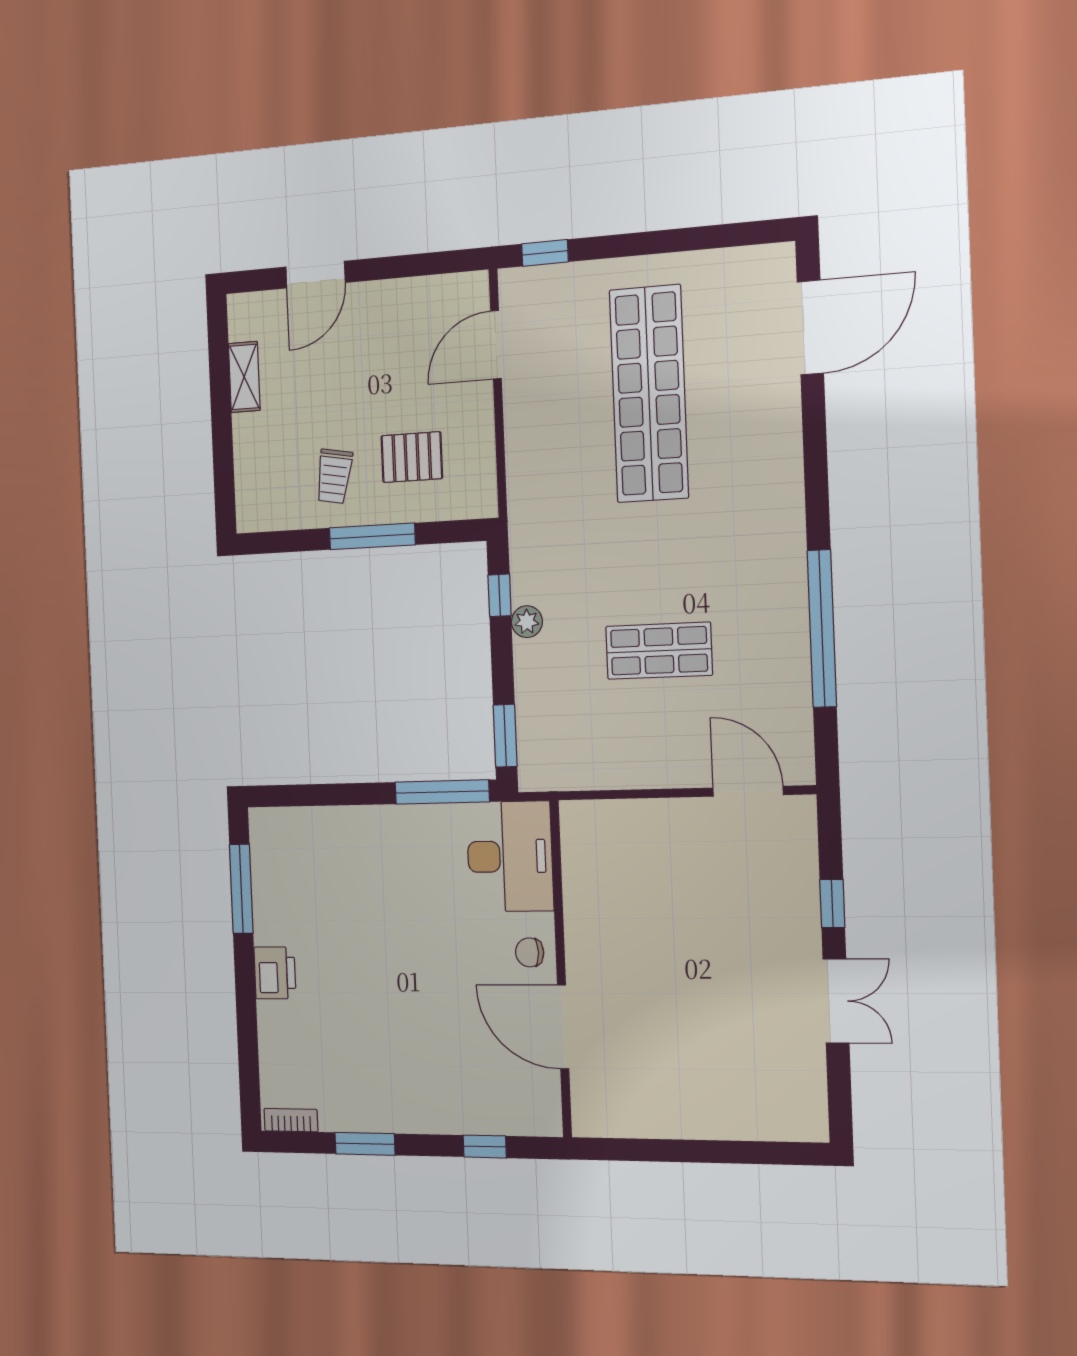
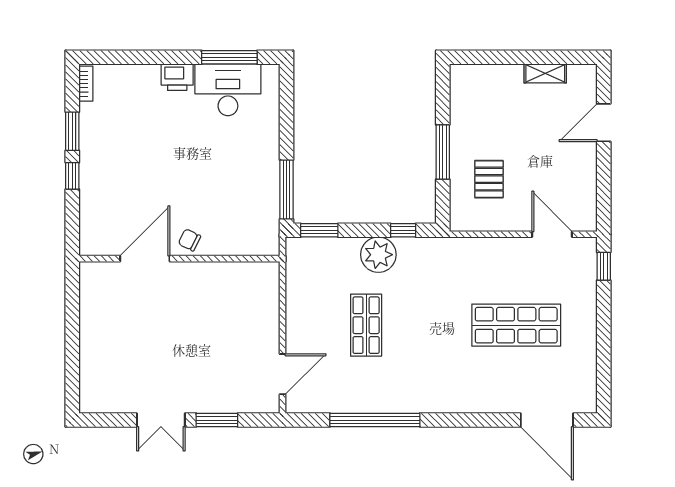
door: (315, 275) -> (604, 123), hinge flipped
shop shelf: (649, 394) -> (516, 325), width x0.71
trolley: (334, 476) -> (481, 129), removed
plant: (527, 622) -> (378, 255), width x1.87, depth x1.87
desk: (510, 856) -> (228, 90), moved, turned 180
window: (832, 904) -> (217, 420), width x1.50
chair: (530, 952) -> (189, 240), turned -64
window: (485, 1146) -> (72, 176), moved

